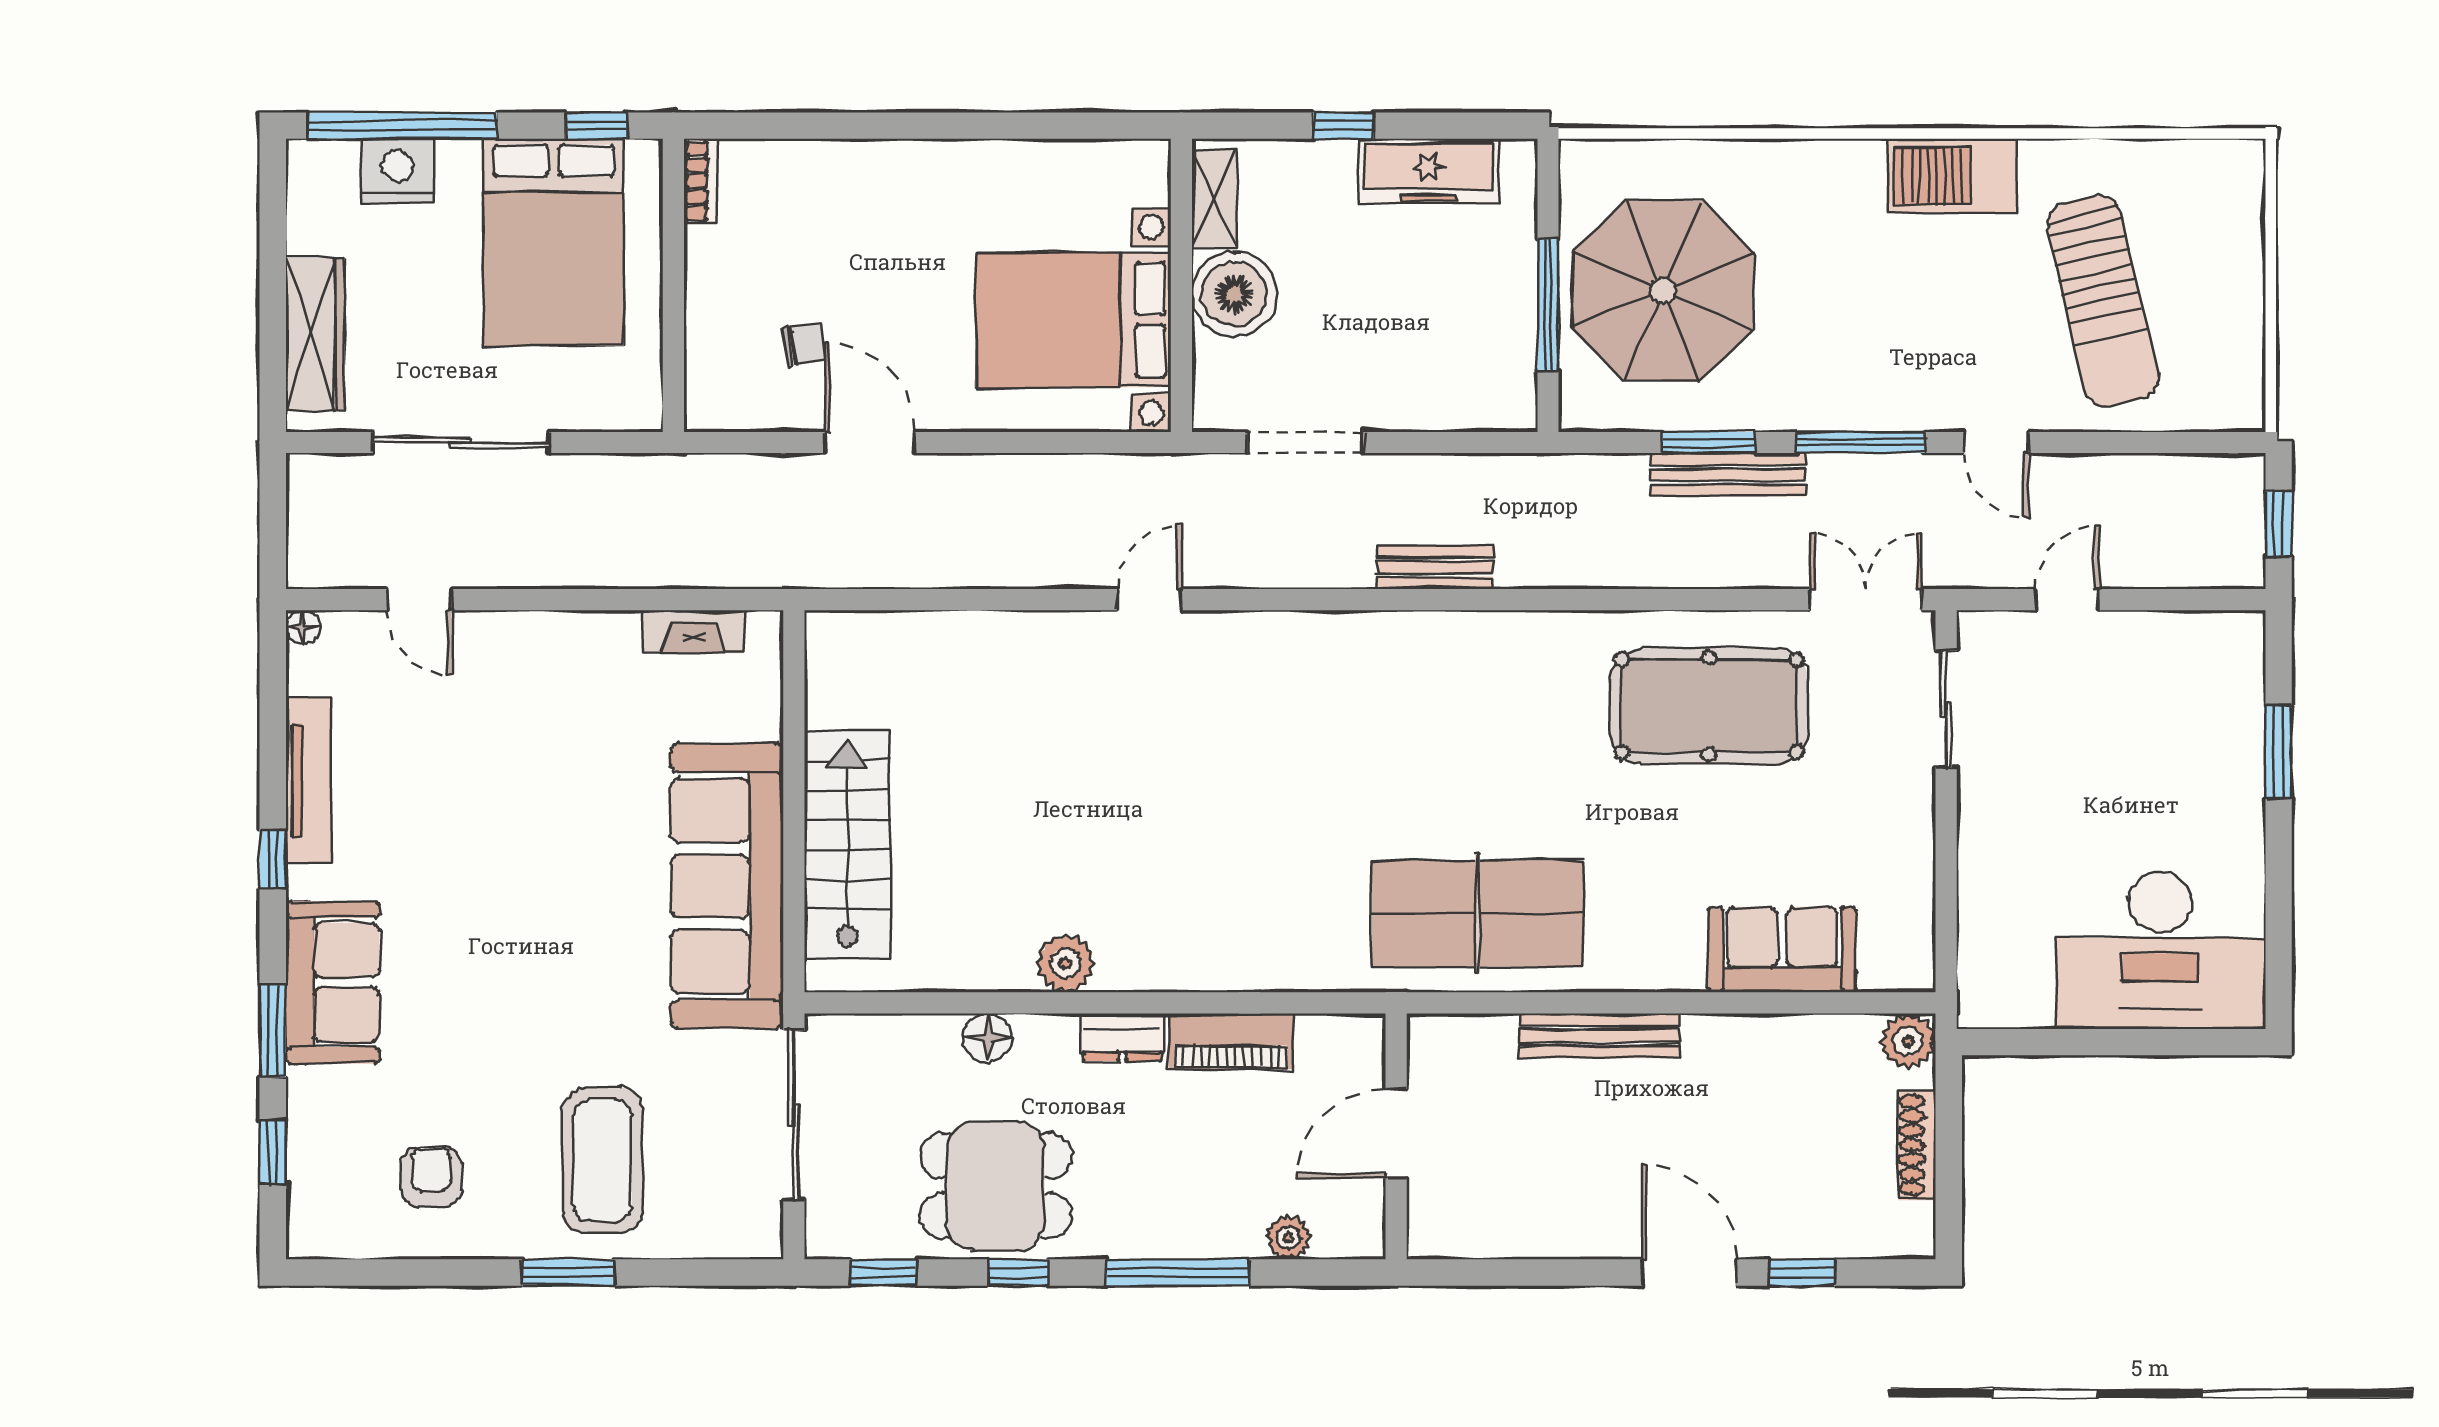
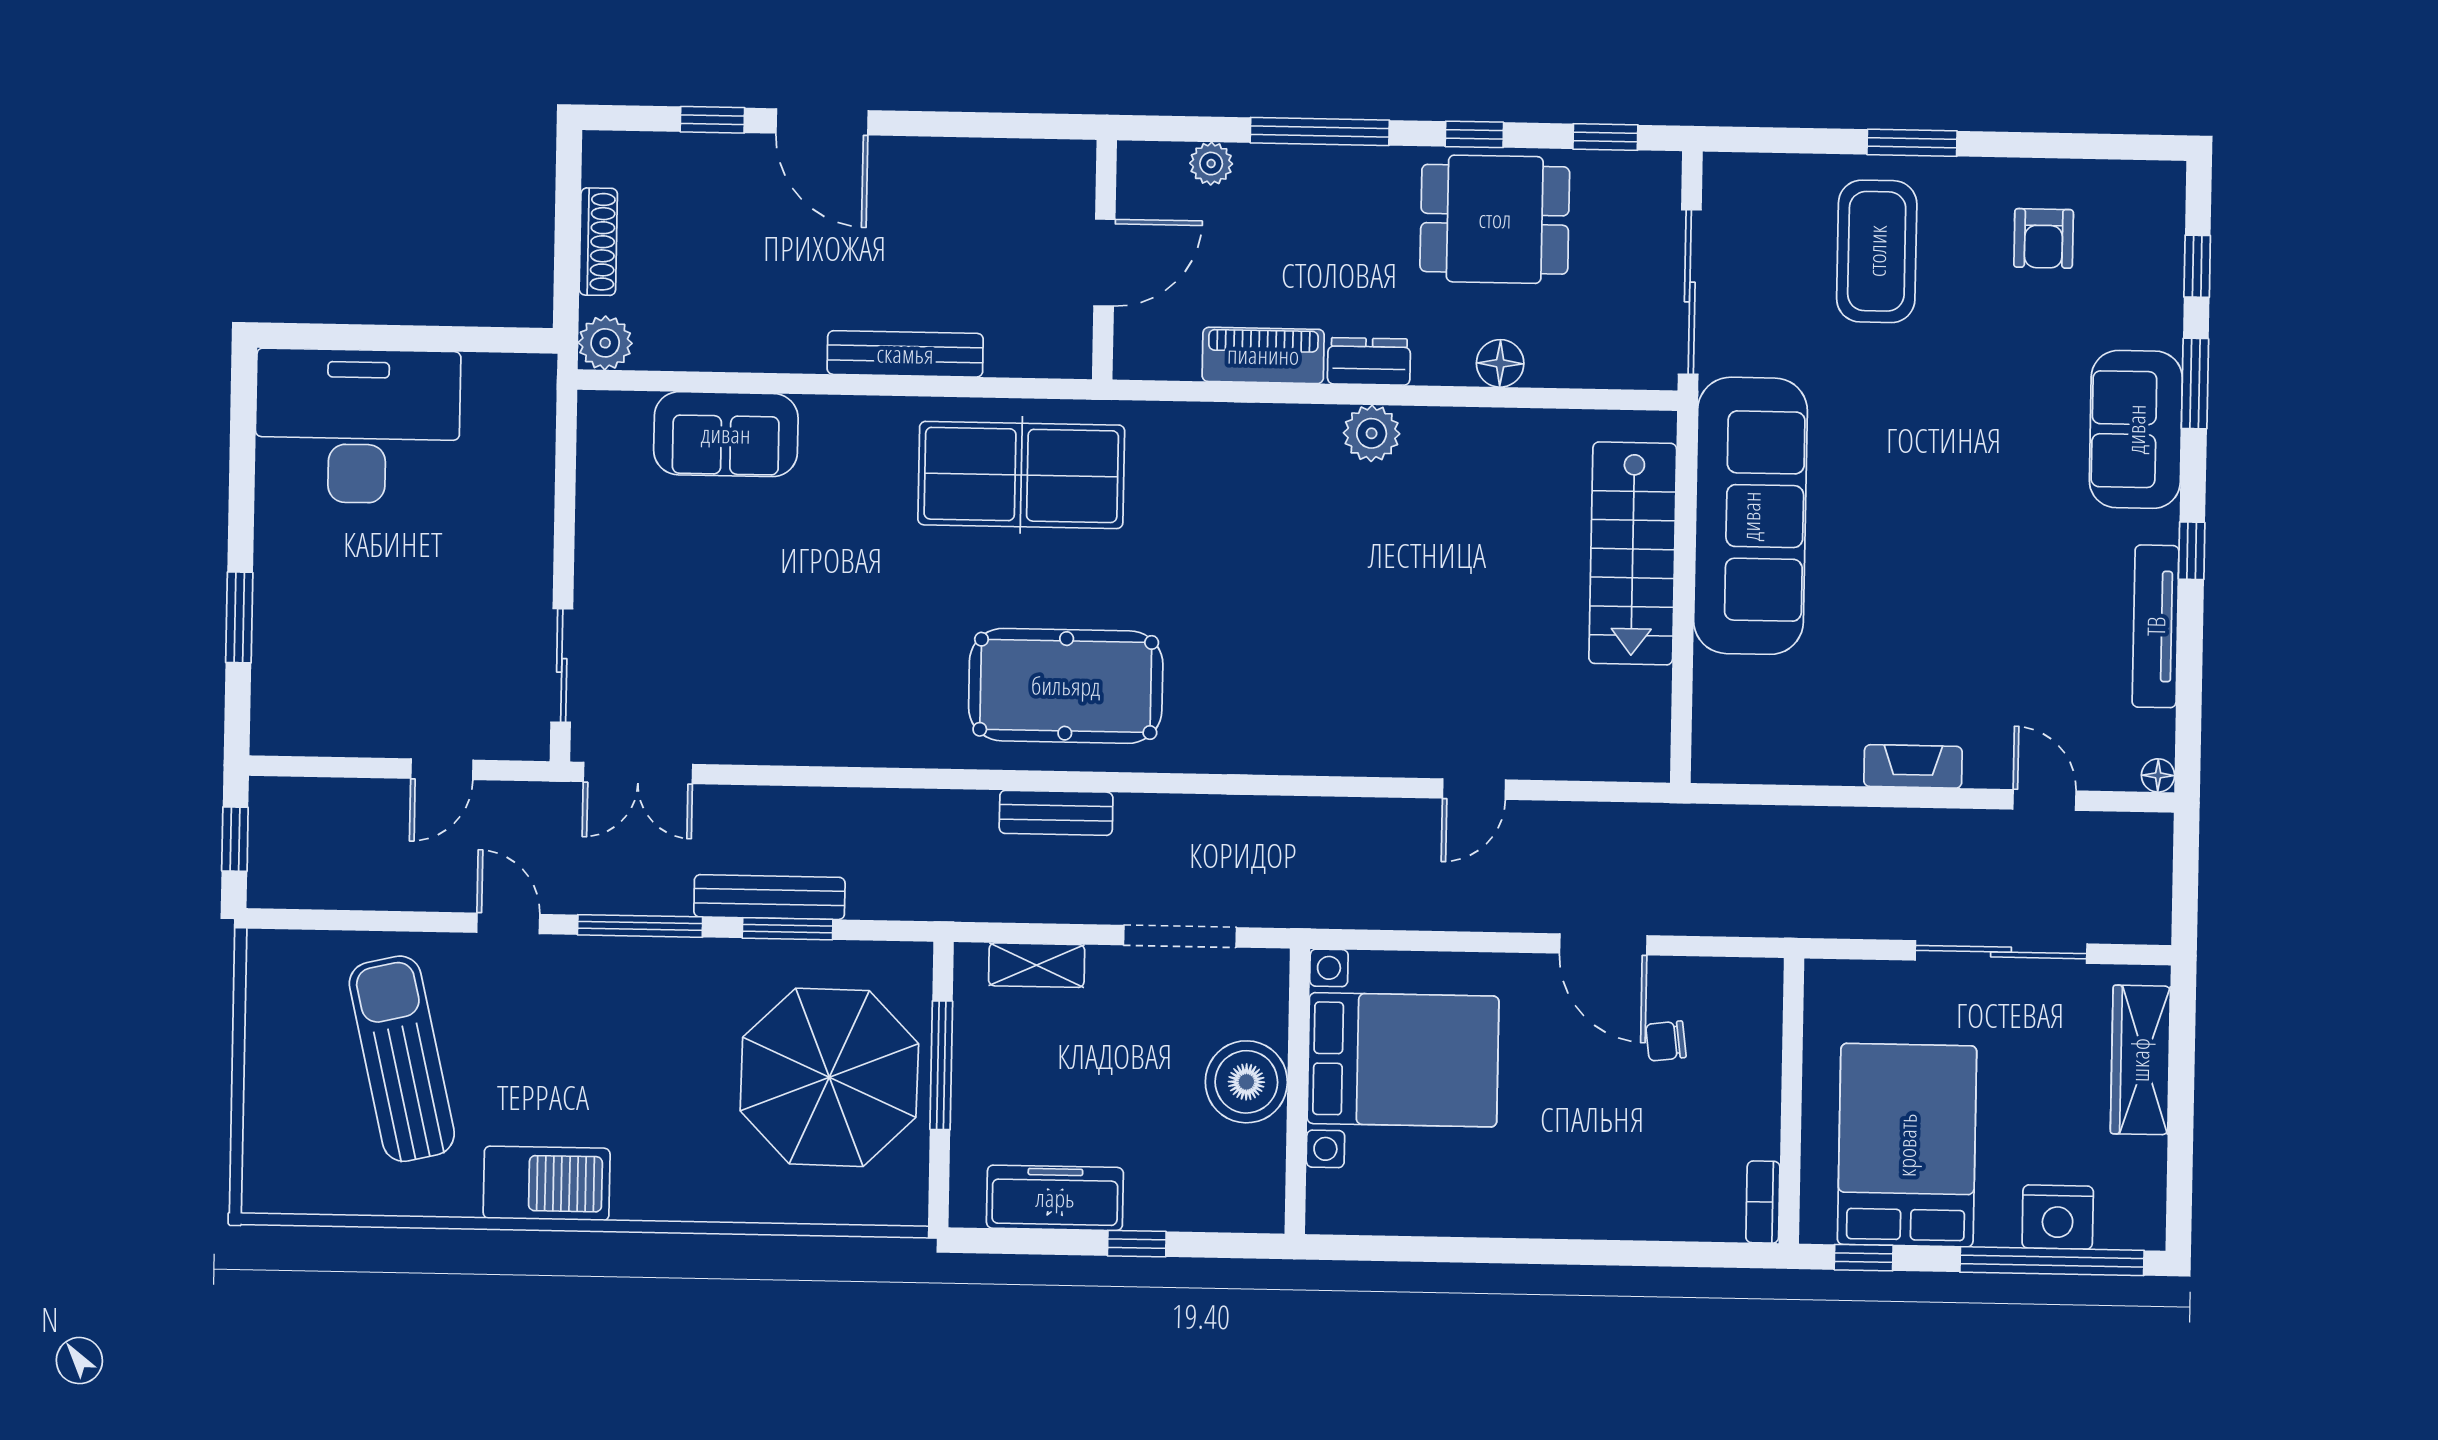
shelving: (1214, 199) -> (1037, 965), moved, turned 90
door: (1149, 600) -> (1474, 789), moved
fireplace: (694, 632) -> (1913, 766), moved
pool table: (1709, 706) -> (1066, 686), moved
plant: (1065, 963) -> (1372, 433), moved

